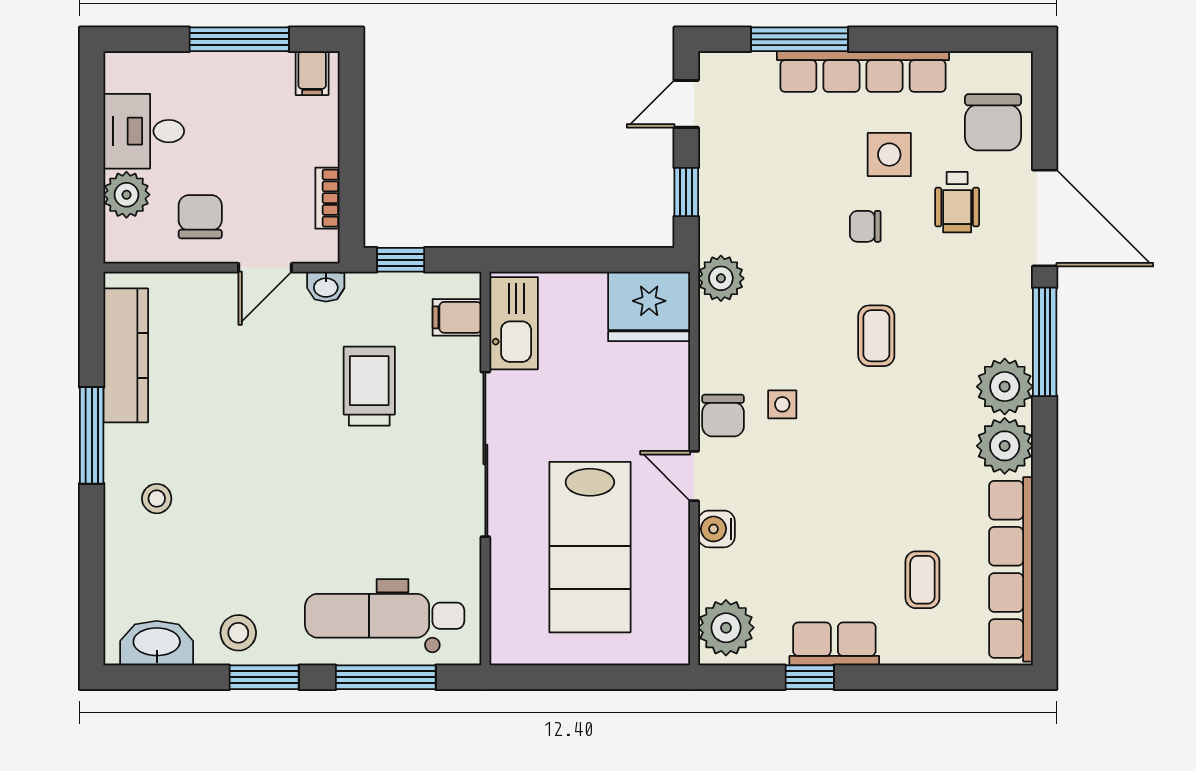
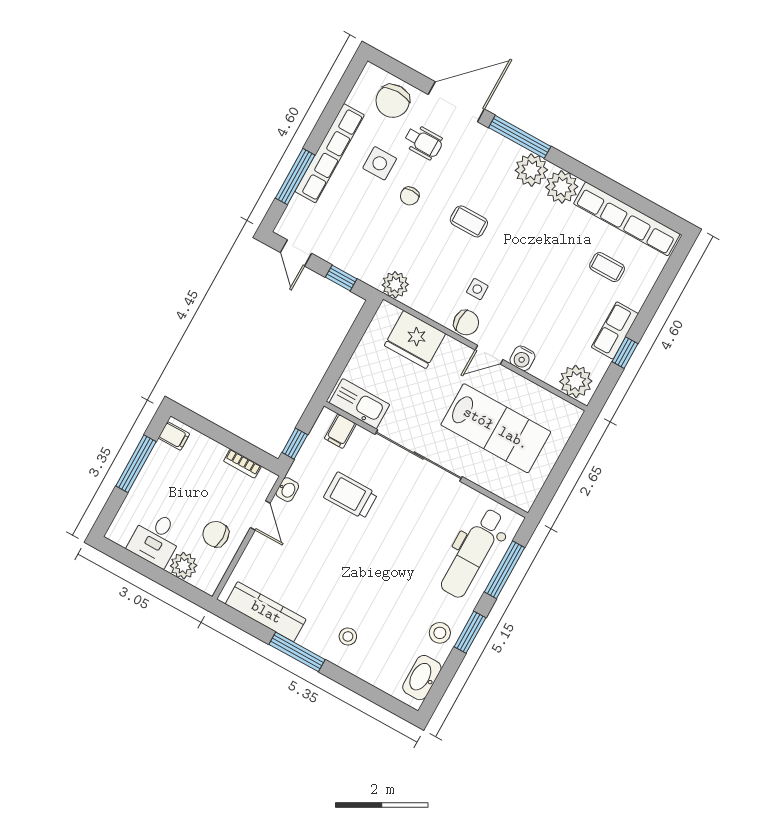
chair: (993, 122) -> (393, 101), turned 90
fridge: (649, 306) -> (415, 340), moved, turned 90

